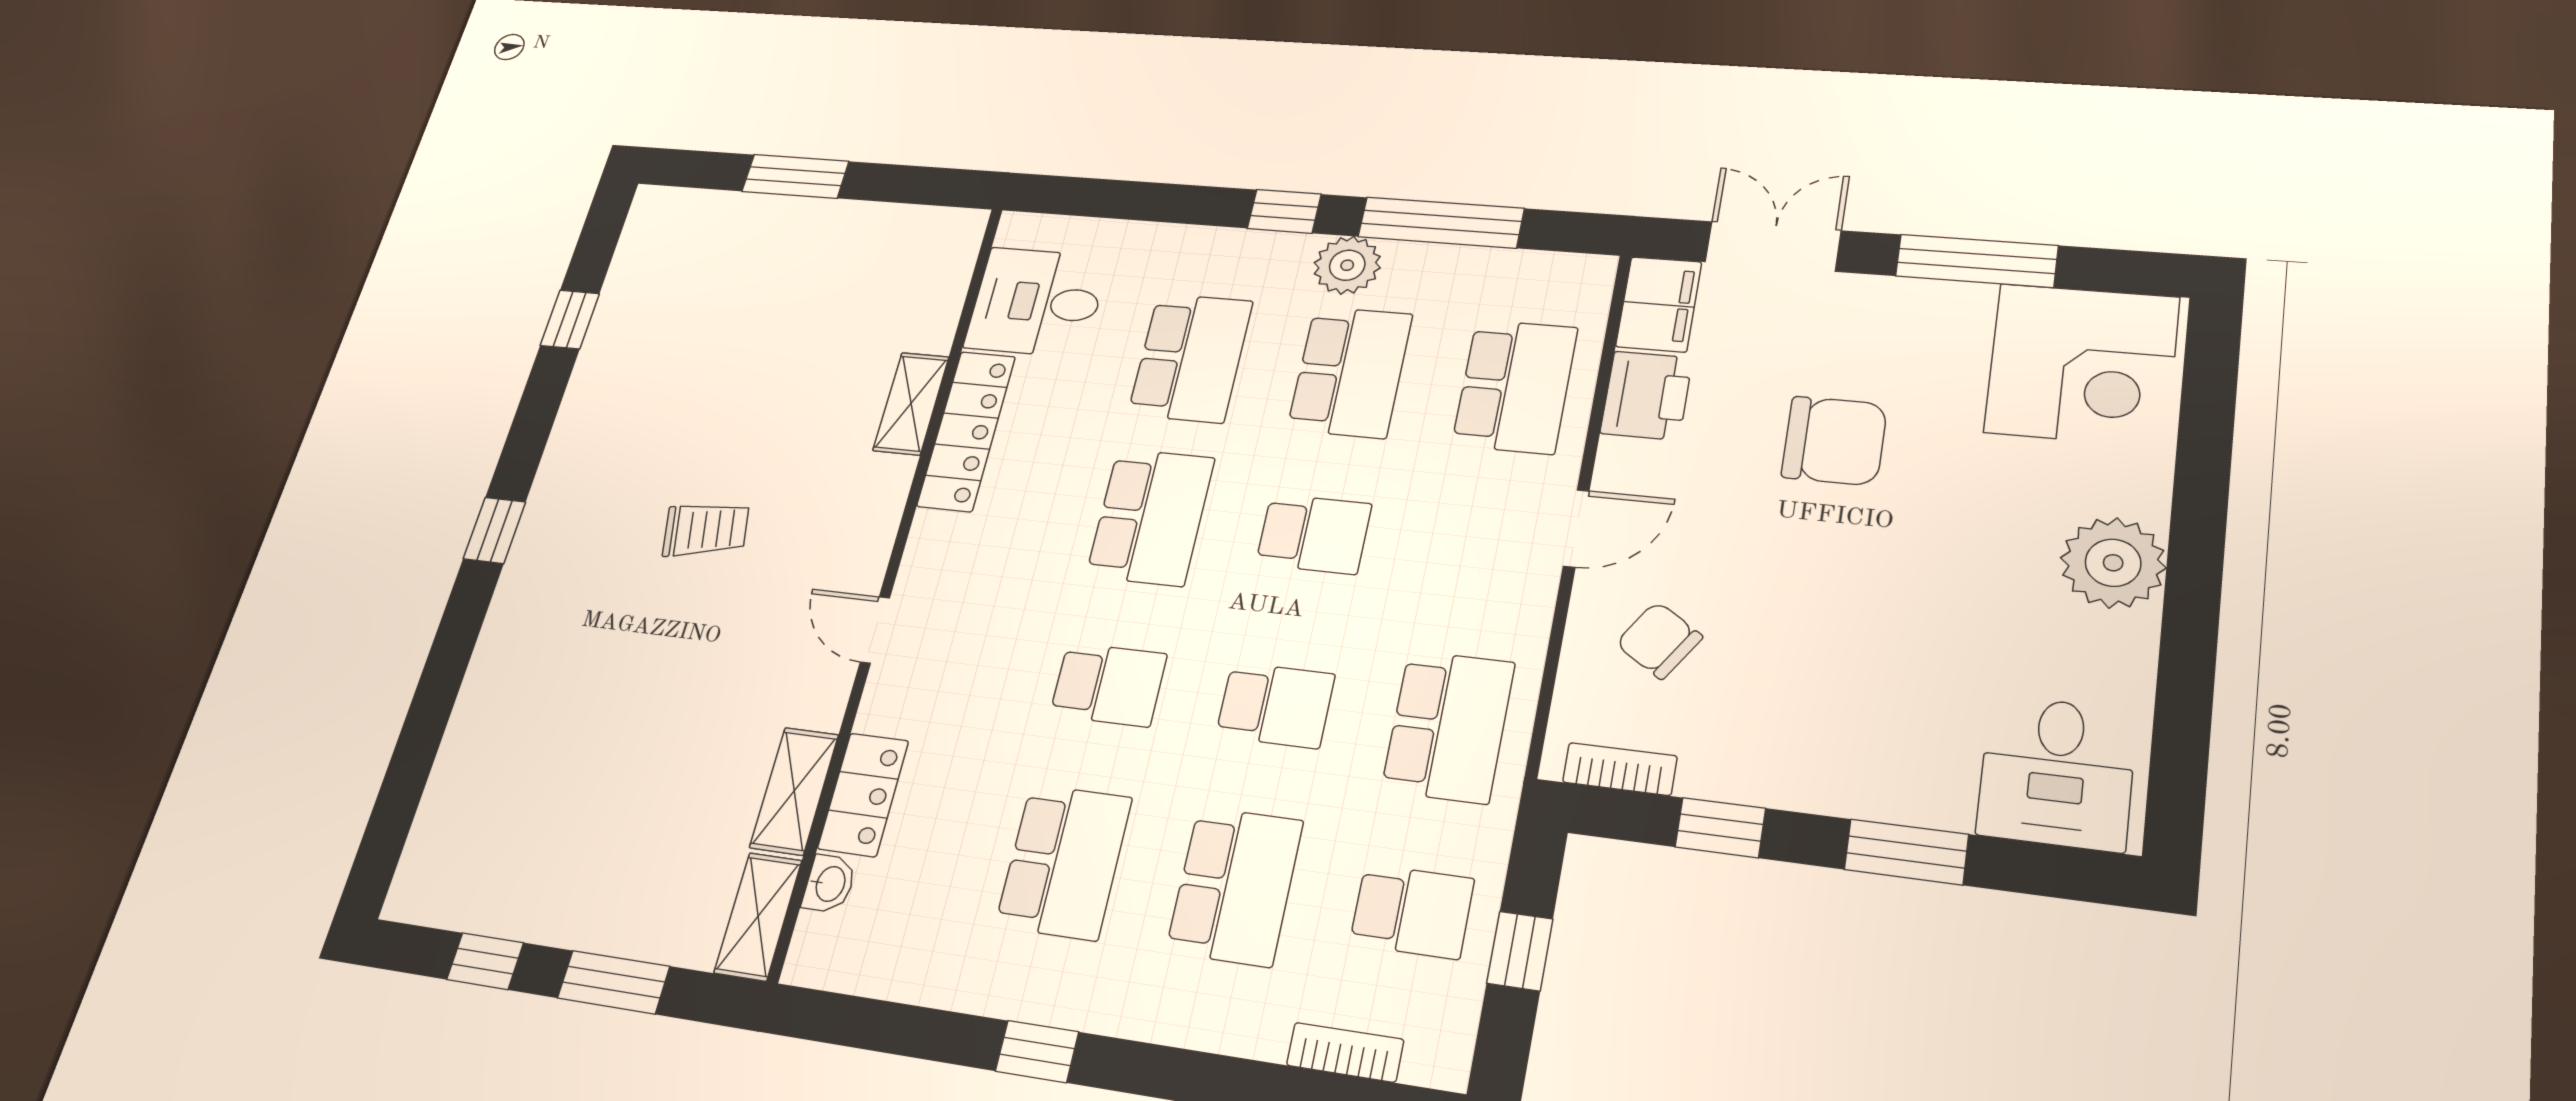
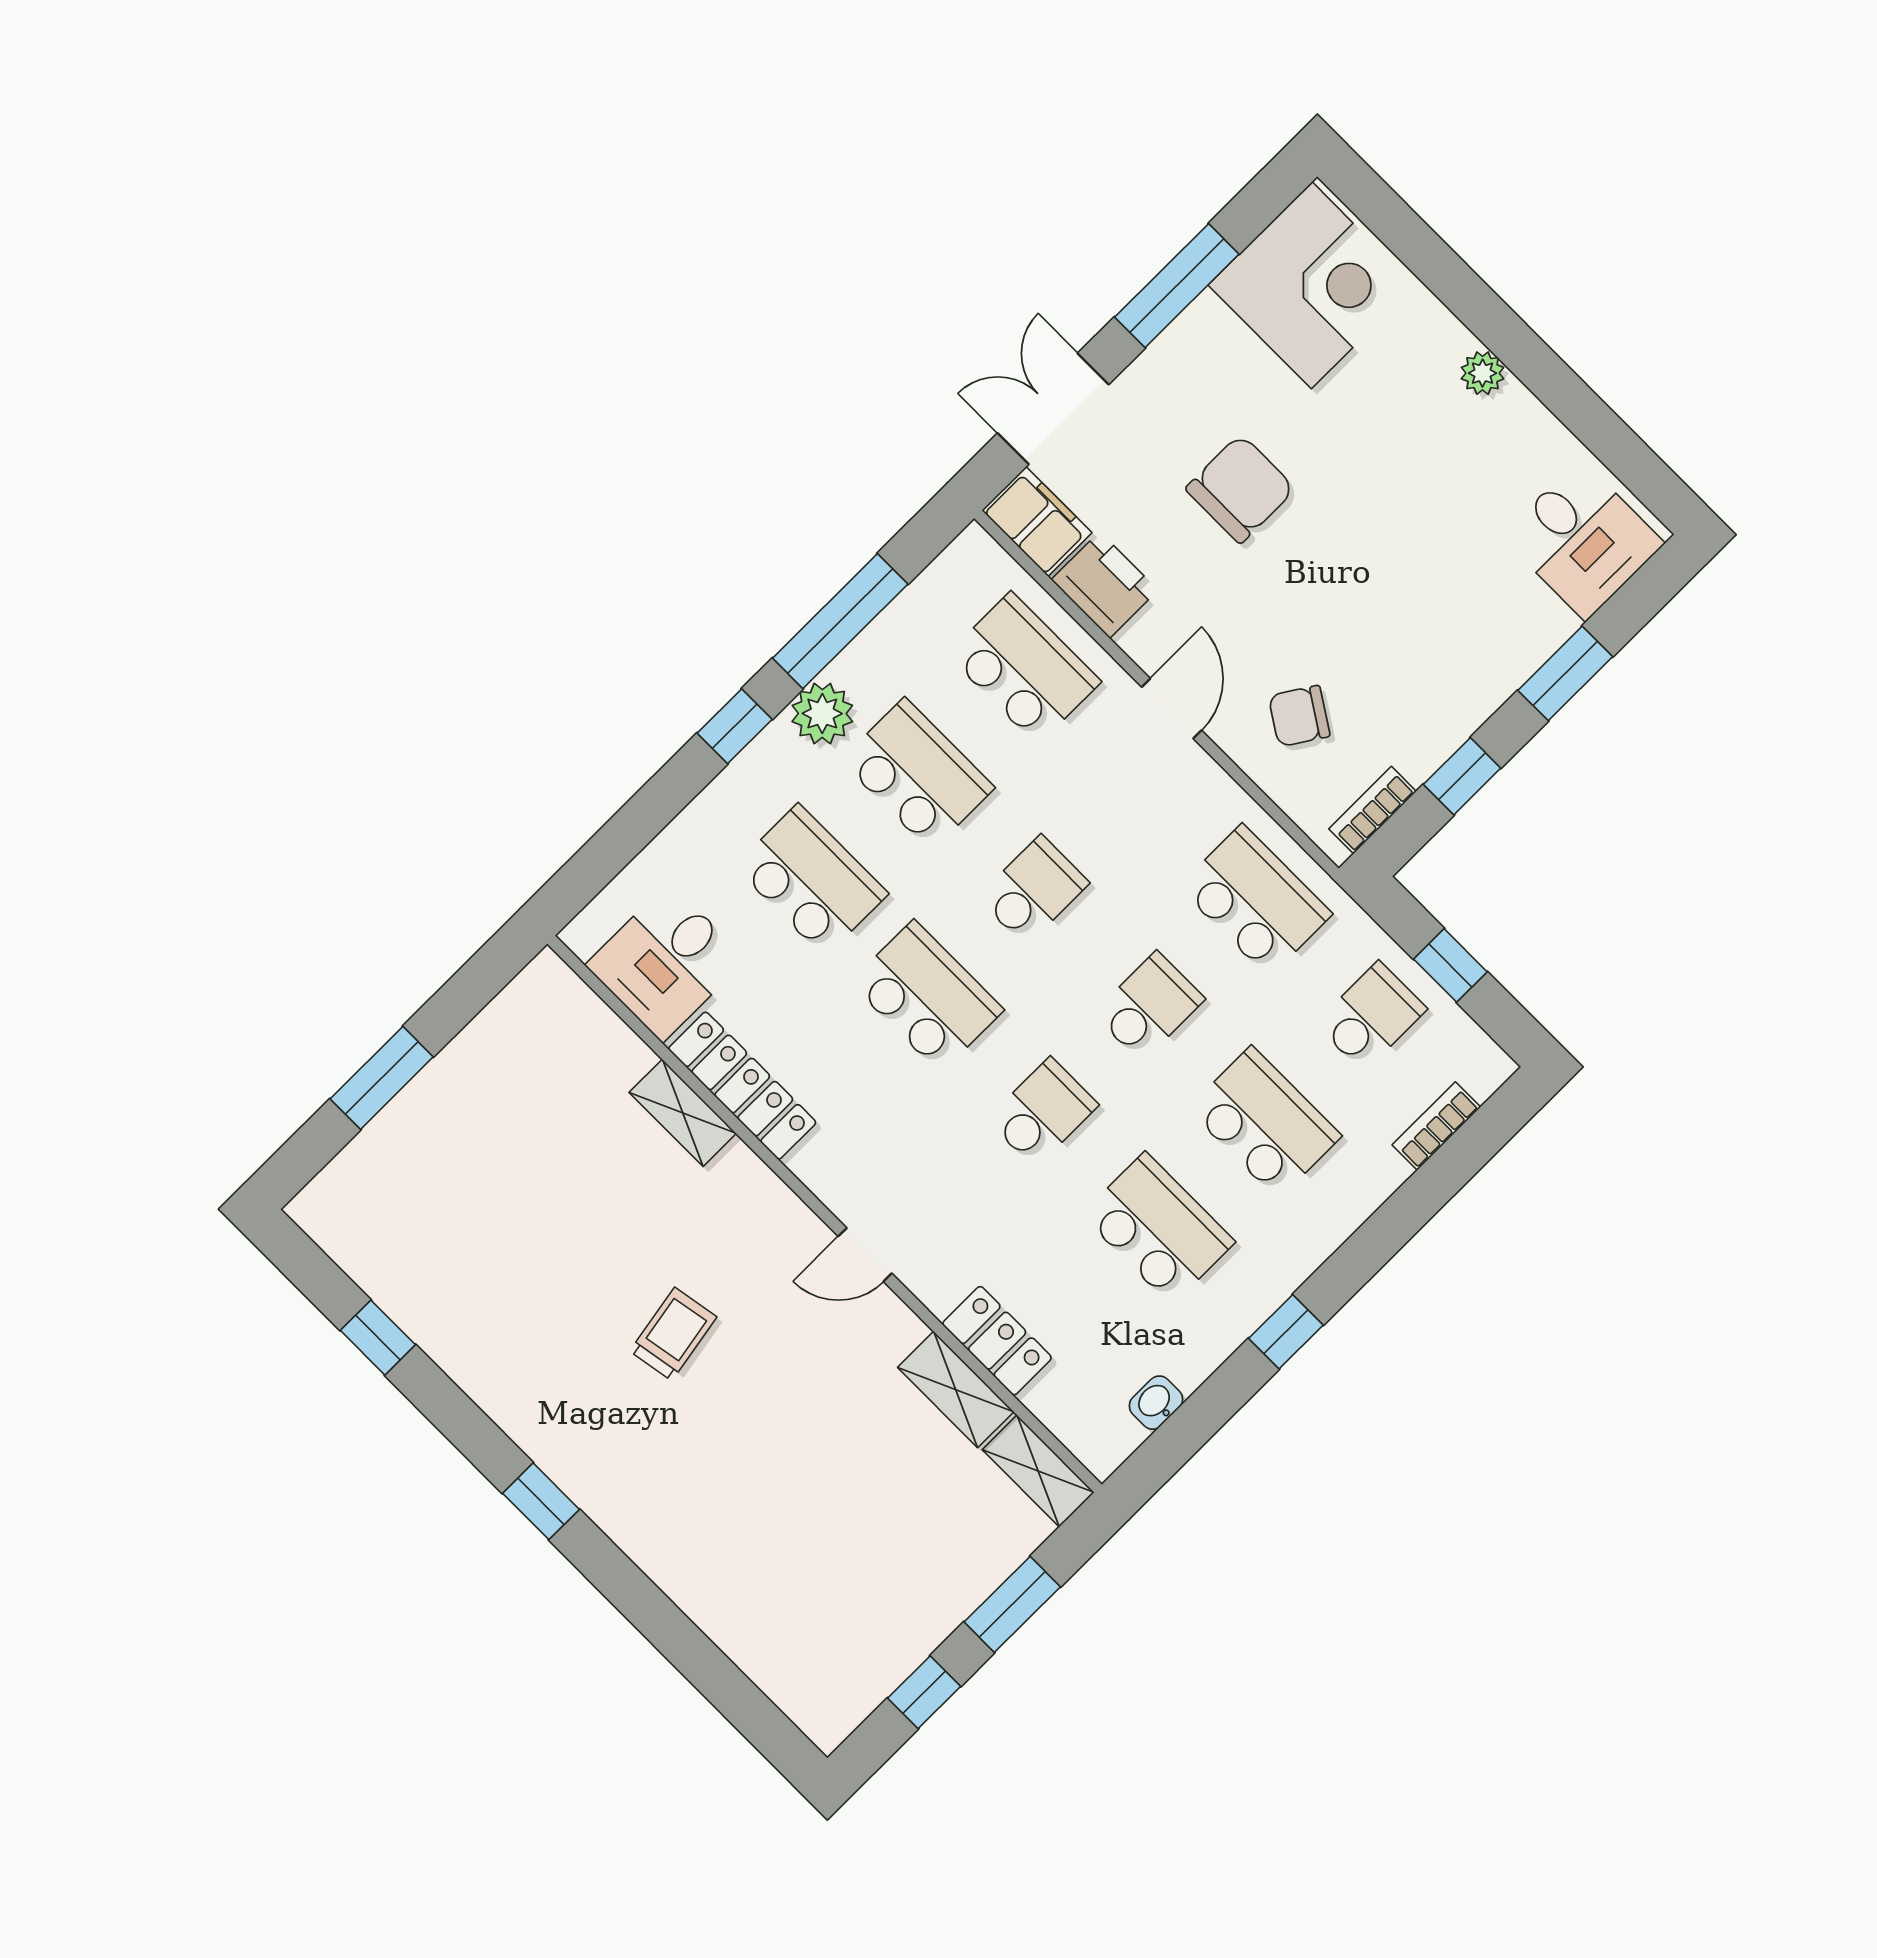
plant: (2113, 563) -> (1483, 373), width x0.53, depth x0.53
washbasin: (829, 884) -> (1156, 1403), moved, turned -90

